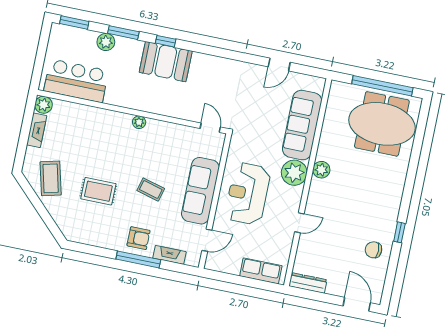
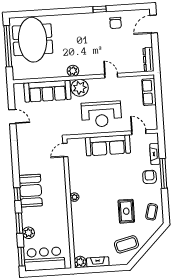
bar counter: (76, 81) -> (44, 259), moved, turned 90
coffee table: (151, 190) -> (152, 212), moved

